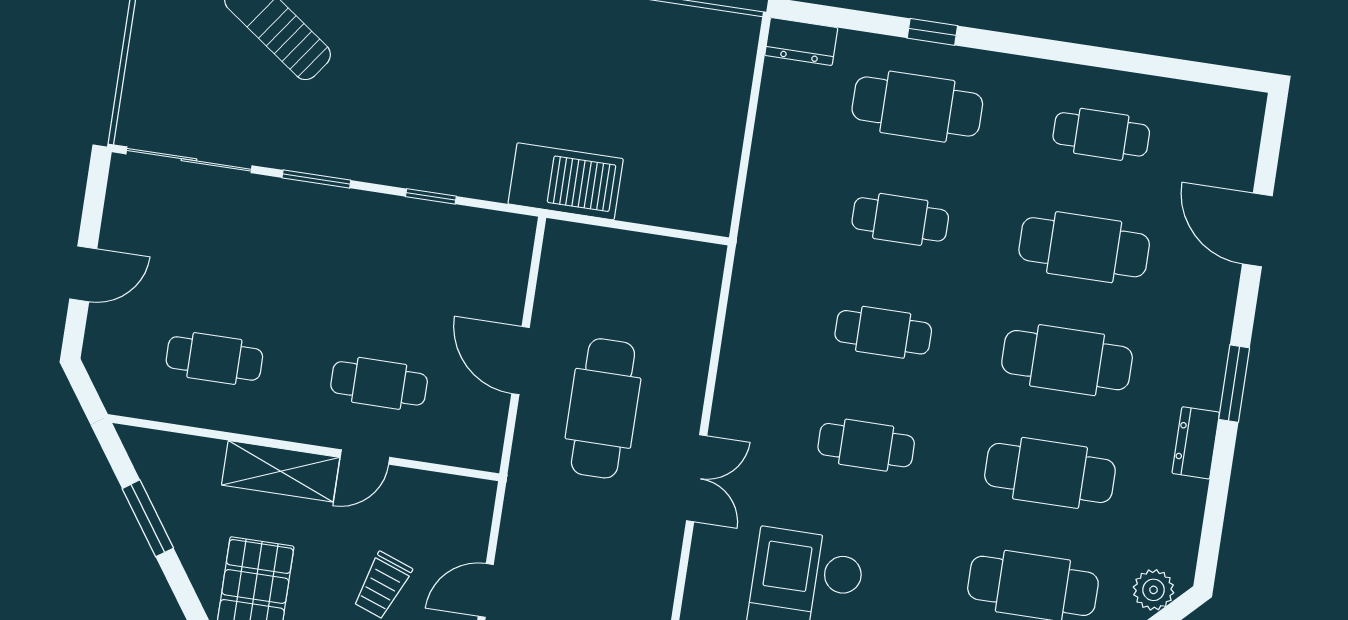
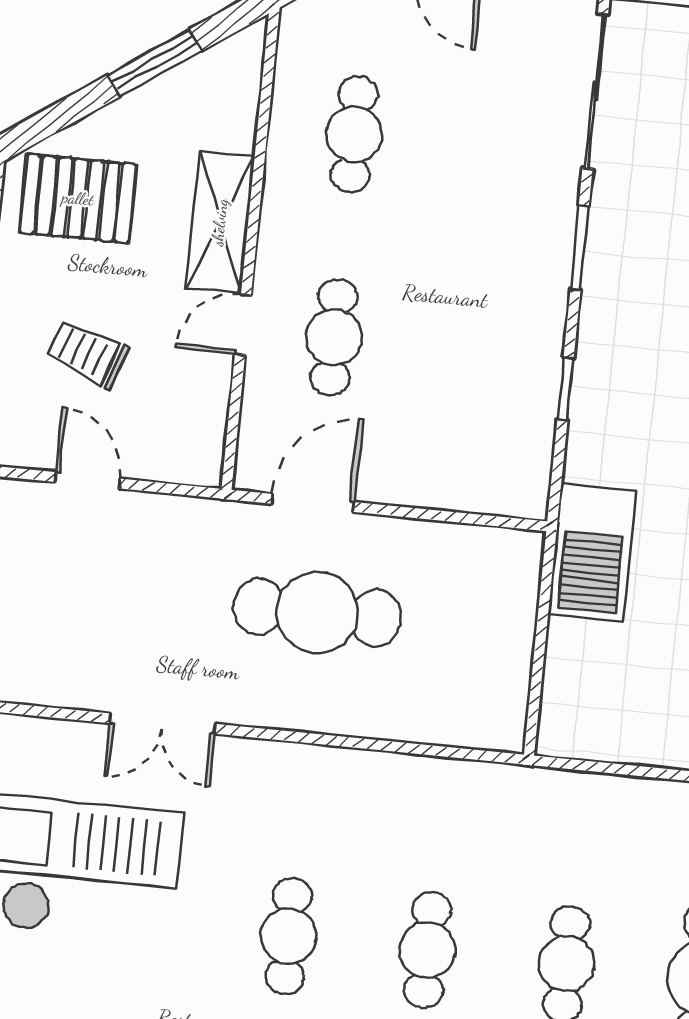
door: (520, 361) -> (313, 503), moved
door: (365, 457) -> (243, 325), hinge flipped
double door: (697, 478) -> (162, 724), moved

